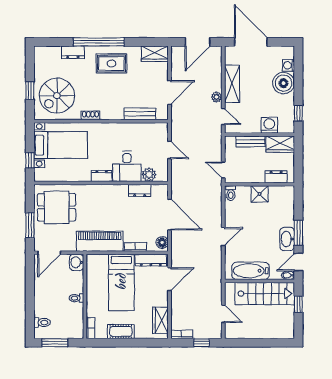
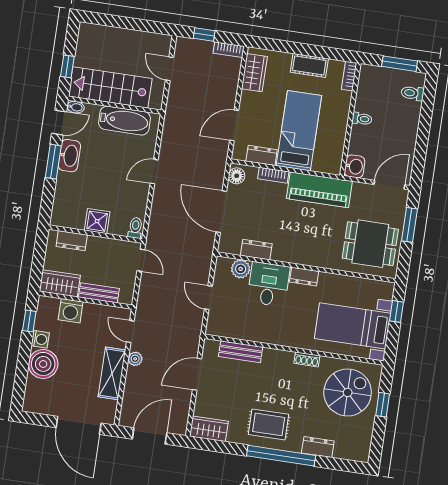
washing machine: (288, 65) -> (40, 339), moved
dresser: (151, 260) -> (262, 155), width x0.70

